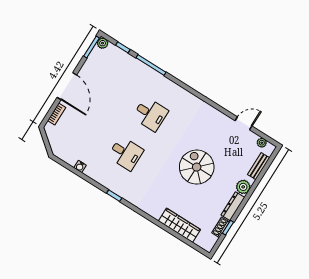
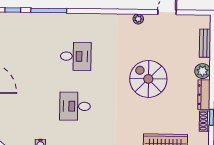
plant: (262, 143) -> (138, 19), moved
desk: (126, 153) -> (75, 106), turned 180

